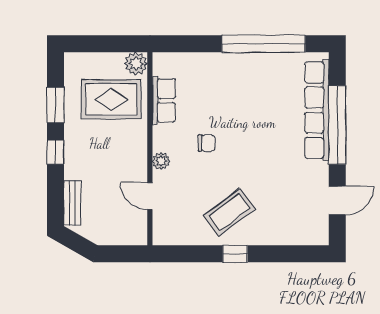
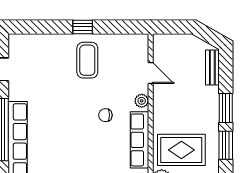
row of seats: (164, 101) -> (139, 140), width x1.48
window: (55, 152) -> (226, 108), width x1.50
coffee table: (229, 212) -> (87, 60), turned -53

